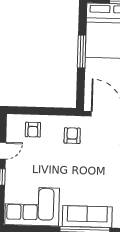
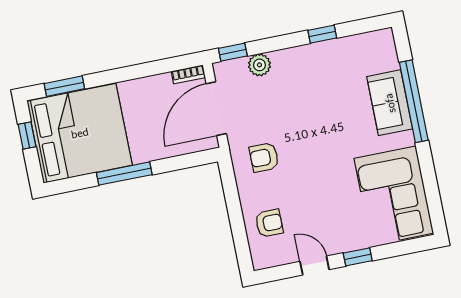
sofa: (87, 217) -> (390, 103), width x0.73

